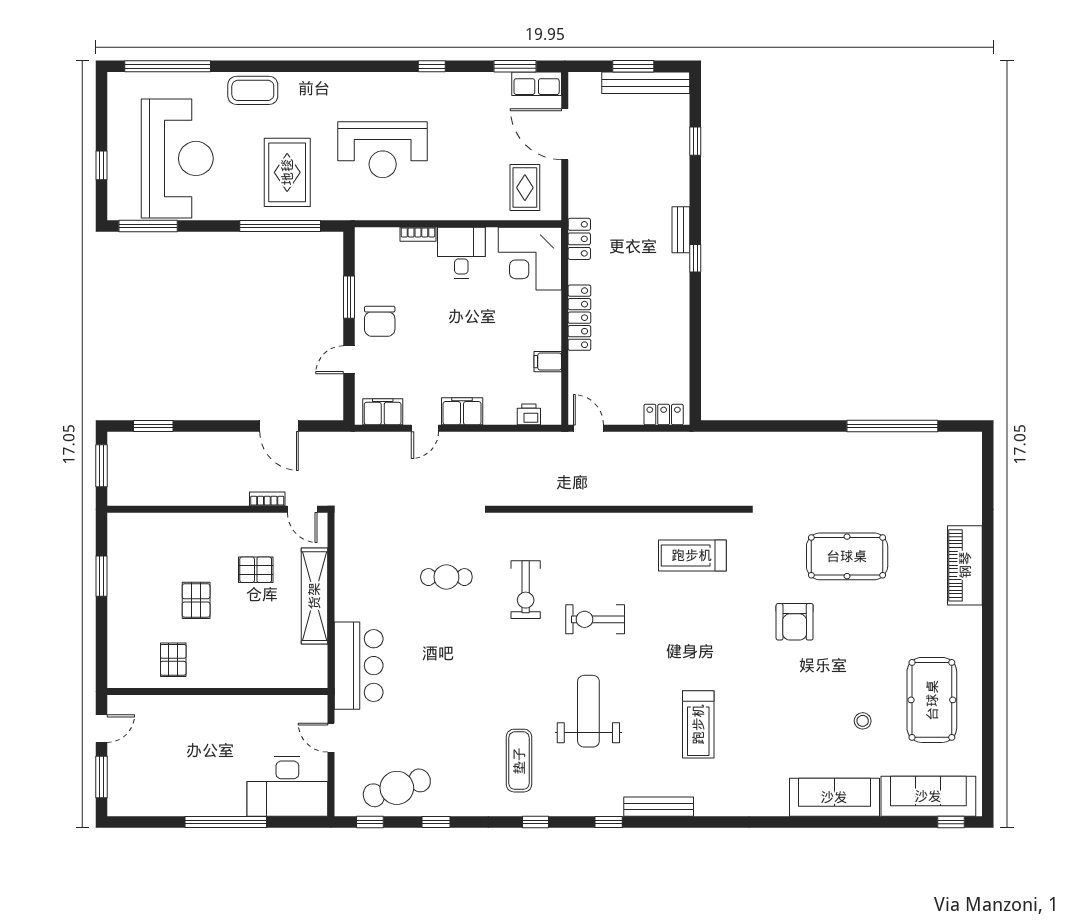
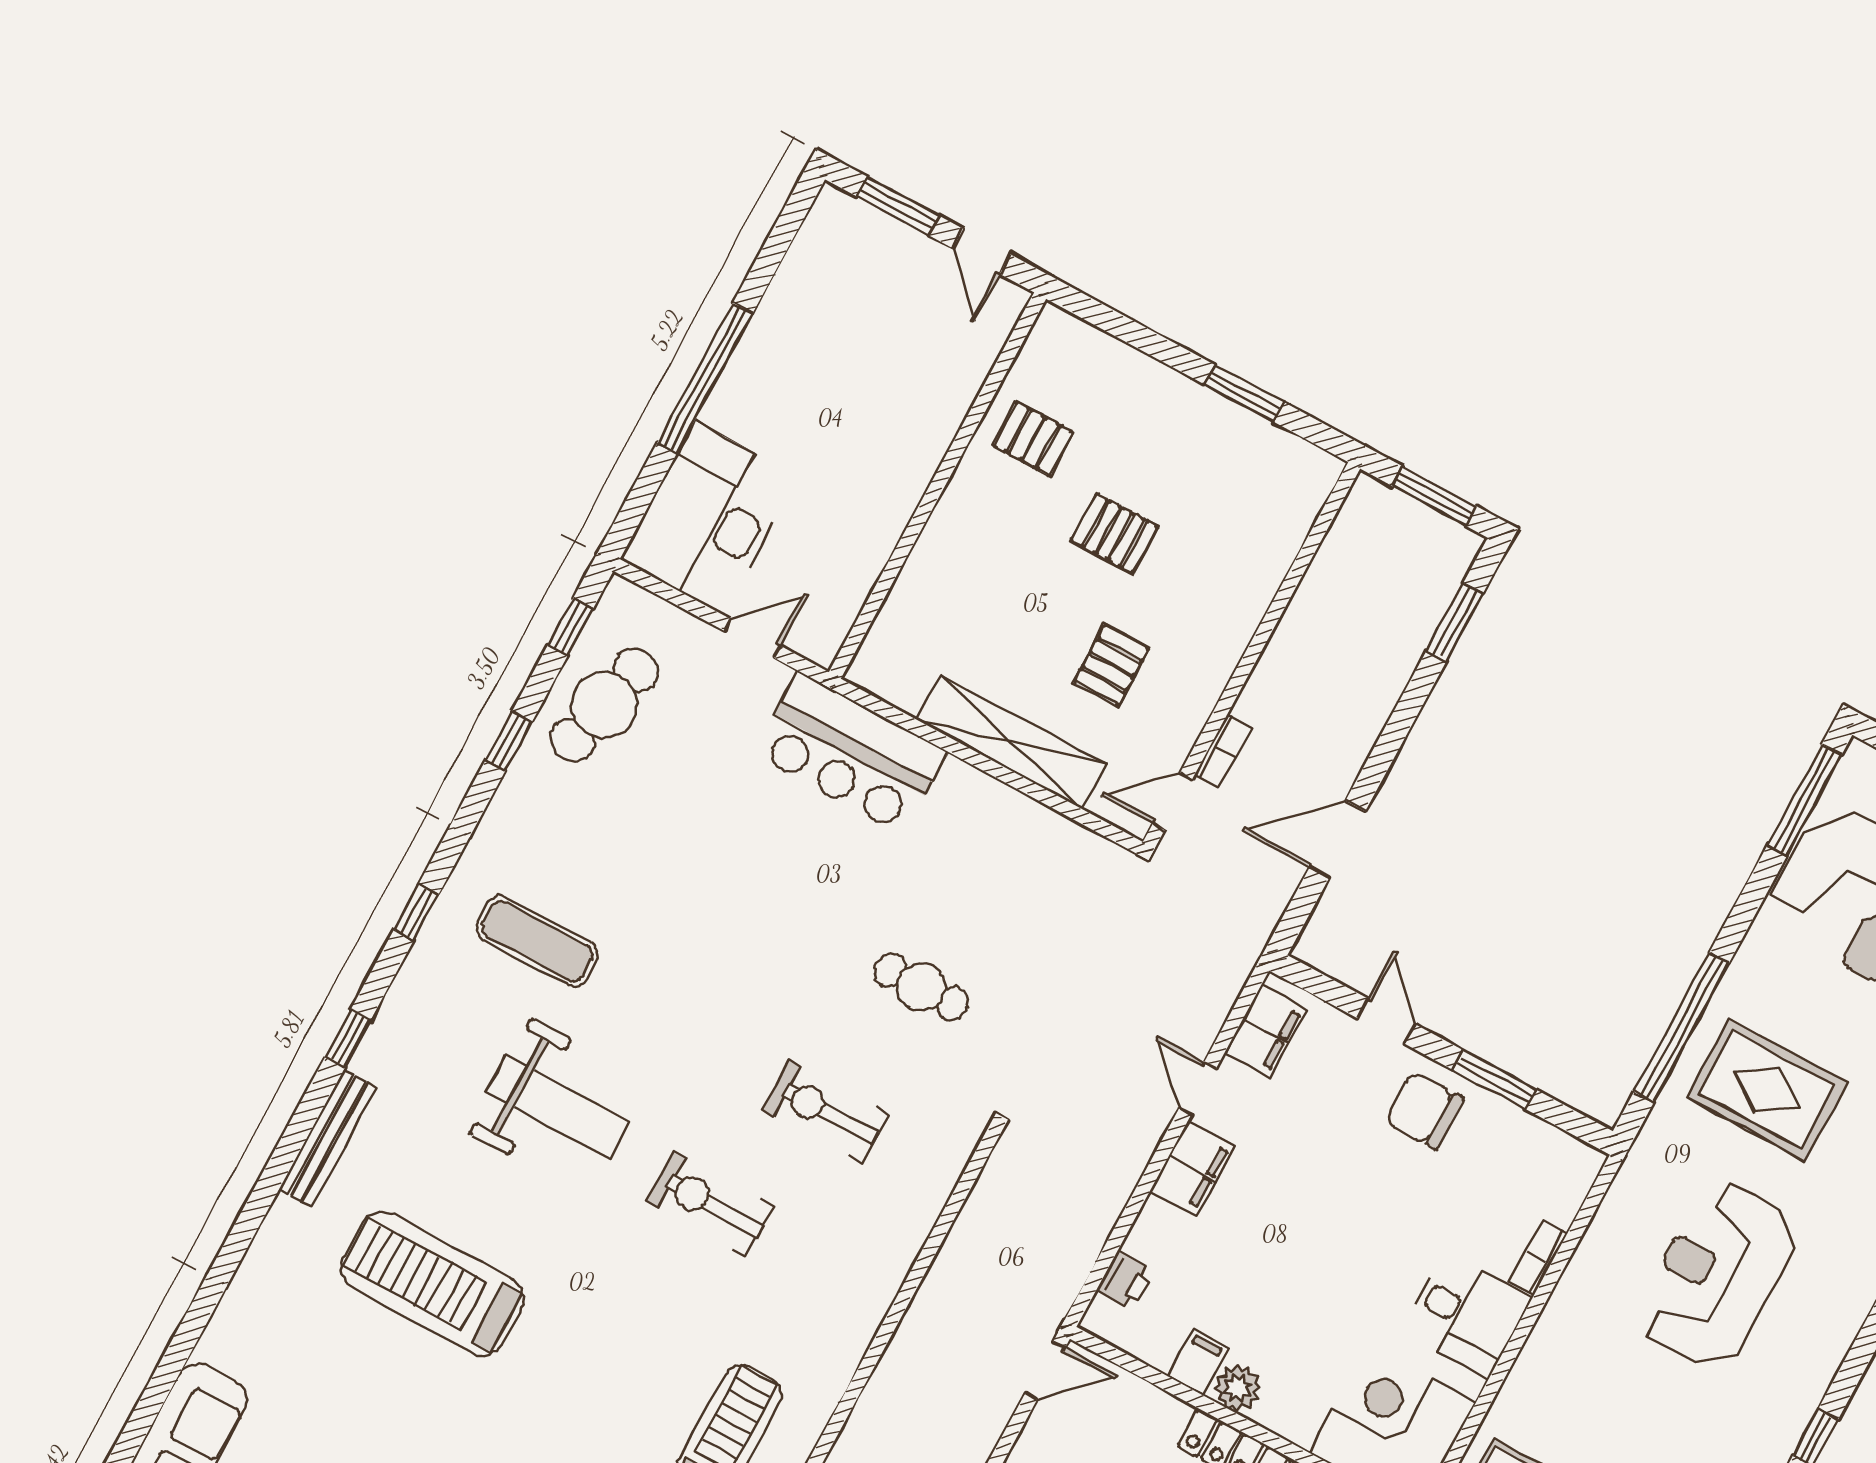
plant: (550, 338) -> (1238, 1388), added
cafe table: (446, 577) -> (921, 987), turned 90
exercise bike: (595, 619) -> (710, 1204), turned -89
treadmill: (698, 724) -> (432, 1284), width x1.37, depth x1.38
cafe table: (397, 788) -> (604, 705), turned 32

